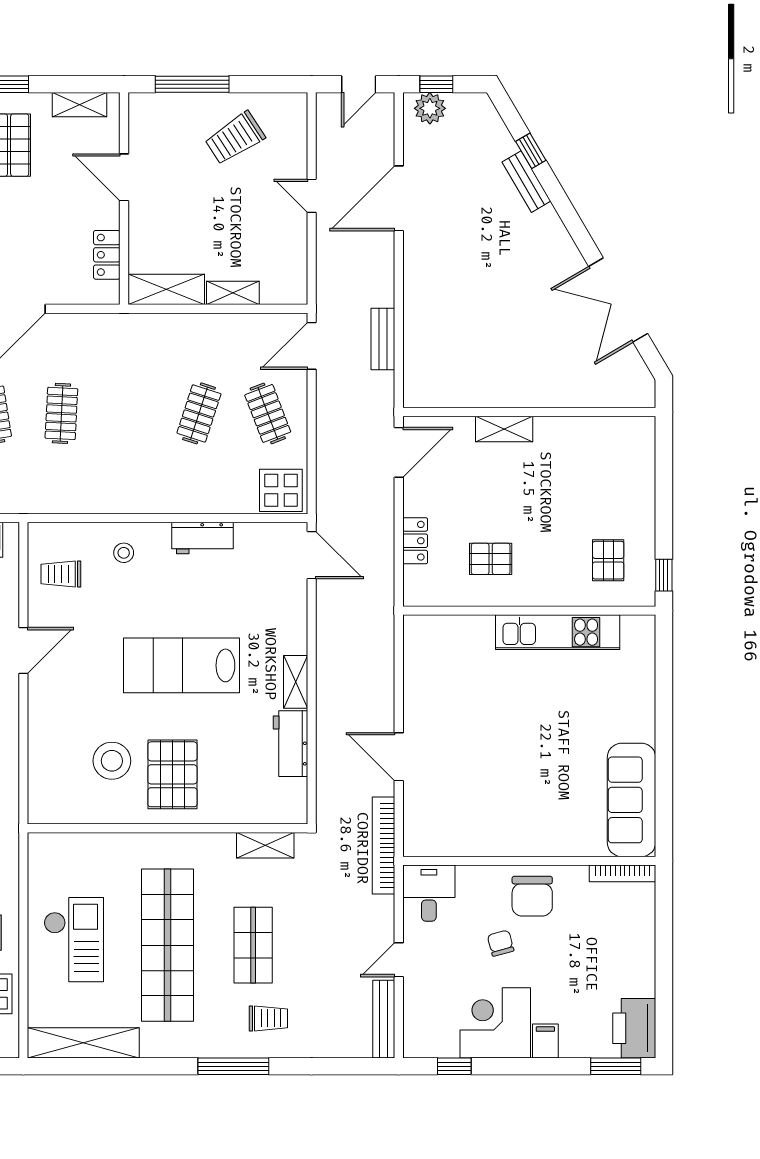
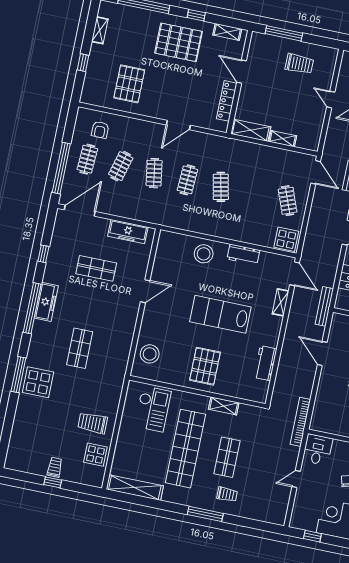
trolley: (235, 138) -> (299, 64), turned -147
locker: (107, 255) -> (227, 101), width x1.53
door: (312, 346) -> (316, 172), swing flipped
clothes rail: (199, 413) -> (221, 187), moved, turned -30
stool: (124, 553) -> (204, 254), width x1.89, depth x1.89
trolley: (61, 574) -> (171, 258), removed
shelving: (296, 682) -> (281, 302), moved
door: (399, 757) -> (322, 353), moved
stool: (112, 761) -> (150, 354), moved
shelving: (265, 845) -> (224, 406), moved
checkout: (74, 940) -> (153, 409), moved
bench: (384, 1019) -> (324, 306), moved

